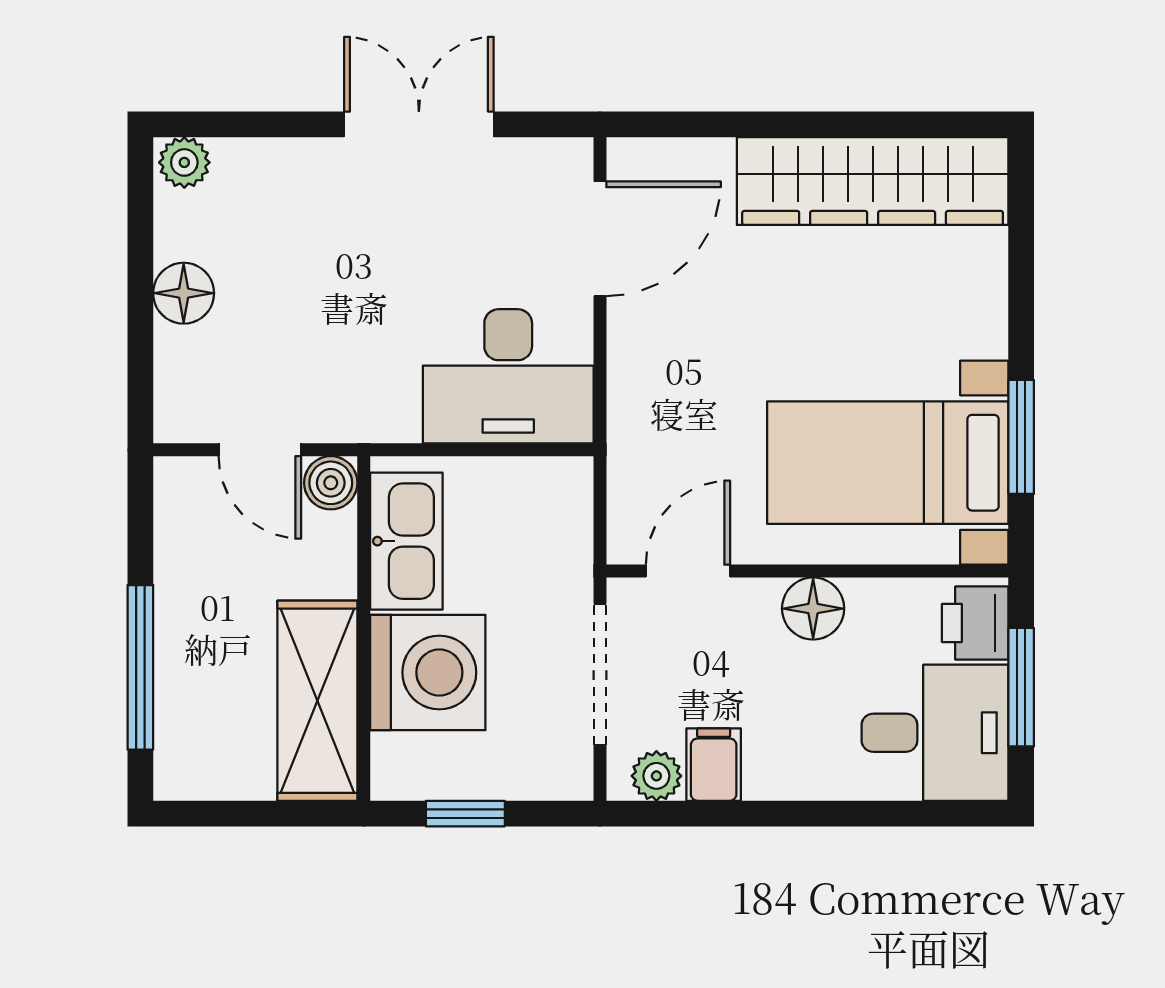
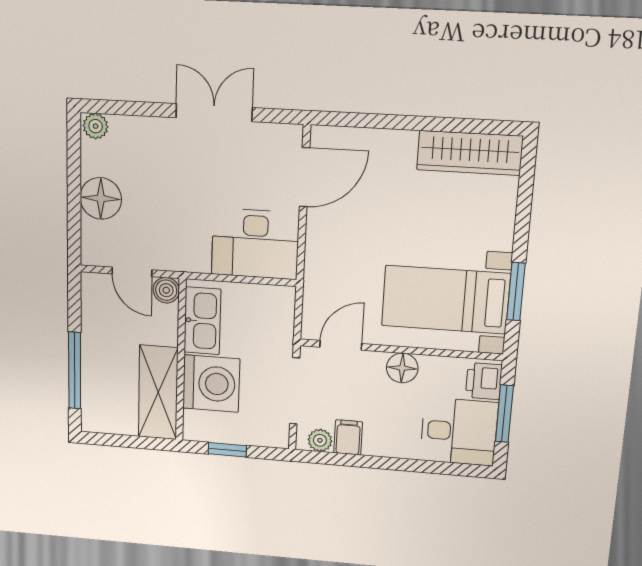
wardrobe: (873, 181) -> (470, 153), width x0.71, depth x0.85
floor lamp: (184, 293) -> (101, 198), width x1.38, depth x1.38

